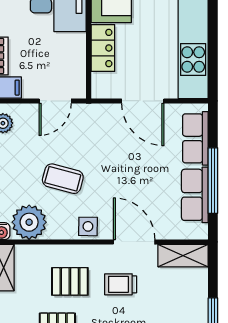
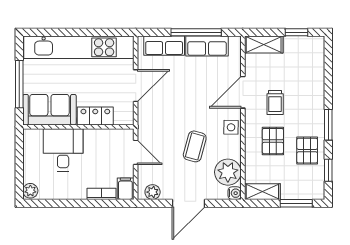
shelving: (183, 256) -> (264, 45), moved, turned 90

